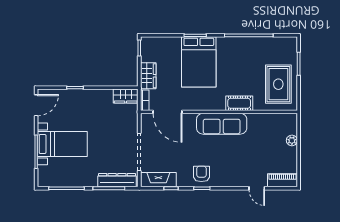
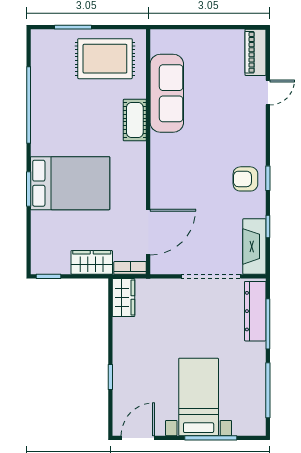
door: (36, 105) -> (138, 438), hinge flipped
sofa: (222, 124) -> (167, 93), moved
plant: (292, 140) -> (193, 38), removed

